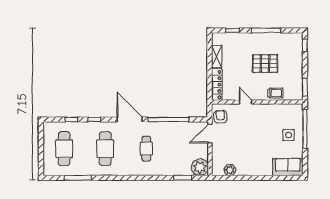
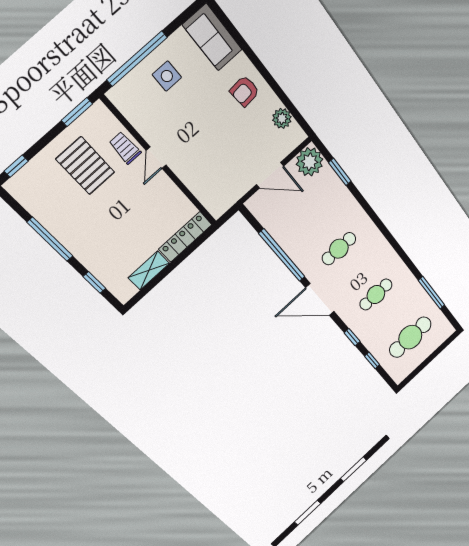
pallet: (265, 64) -> (85, 166), moved
door: (246, 102) -> (156, 158), moved
armchair: (220, 117) -> (245, 91), moved
door: (130, 119) -> (320, 300), hinge flipped
door: (210, 133) -> (270, 175), moved
cafe table: (105, 149) -> (376, 295), width x0.73, depth x0.74

